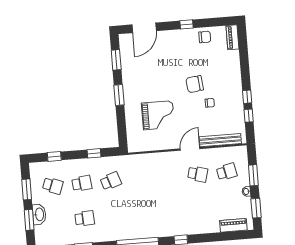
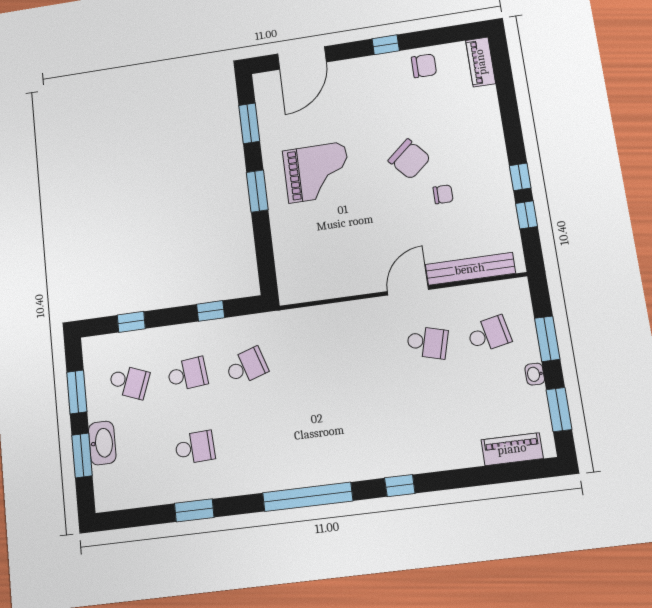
chair: (195, 84) -> (409, 159), turned -124
grand piano: (158, 115) -> (317, 172), moved

